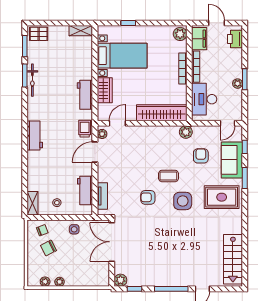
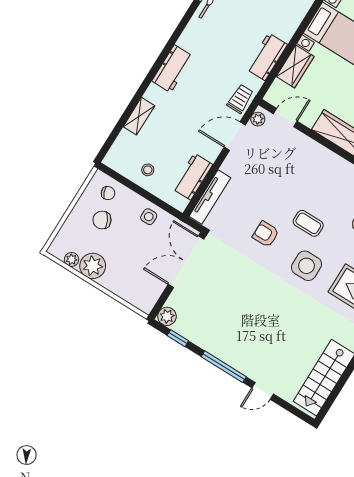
tv unit: (102, 196) -> (210, 197), width x1.41
shelving: (33, 203) -> (139, 116), moved
plant: (60, 282) -> (93, 266), width x1.88, depth x1.88

